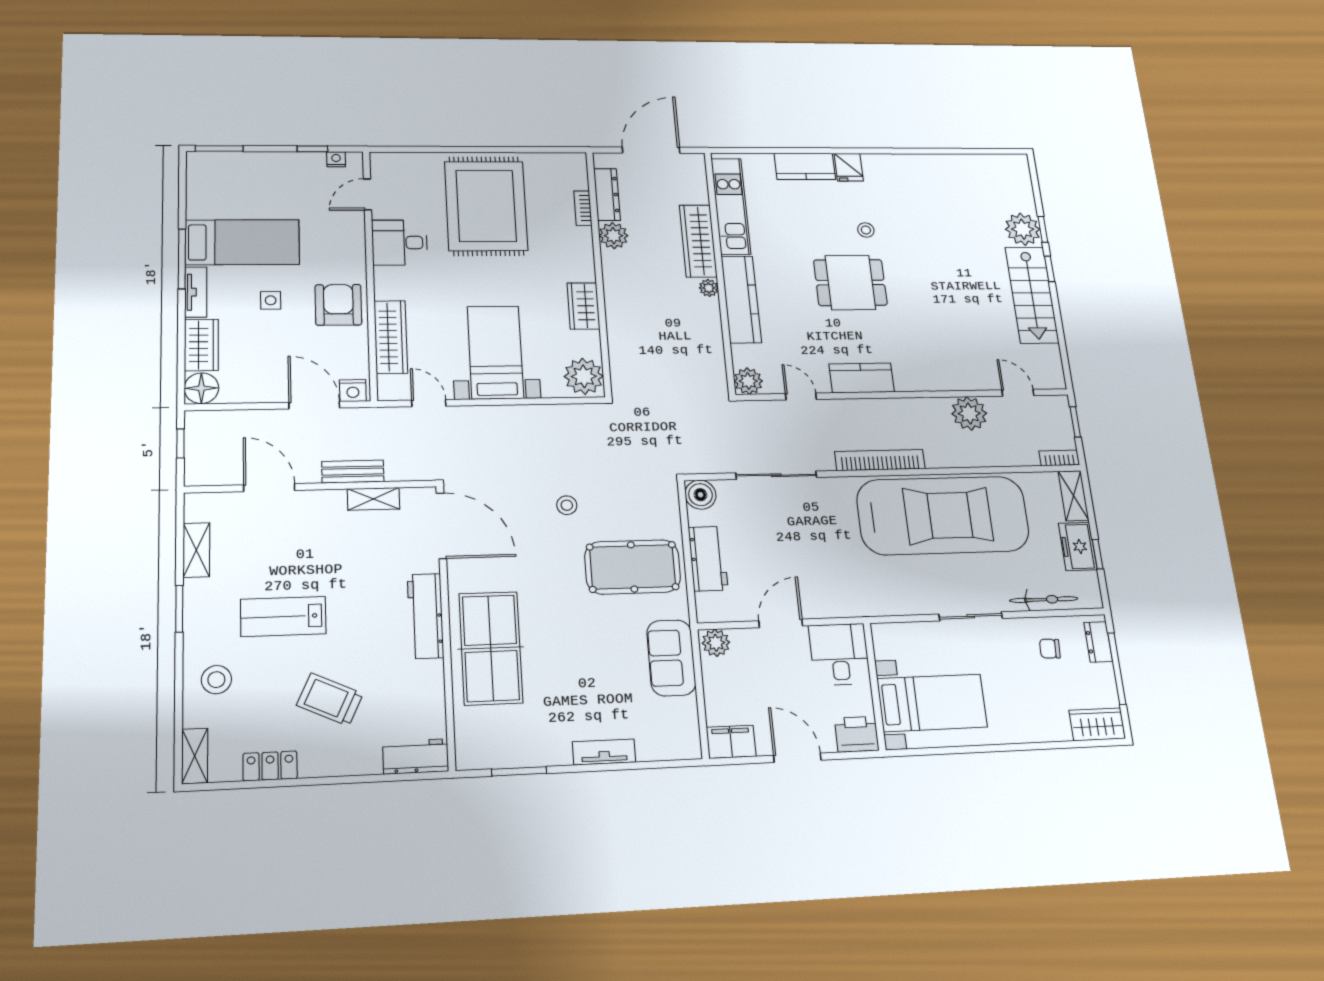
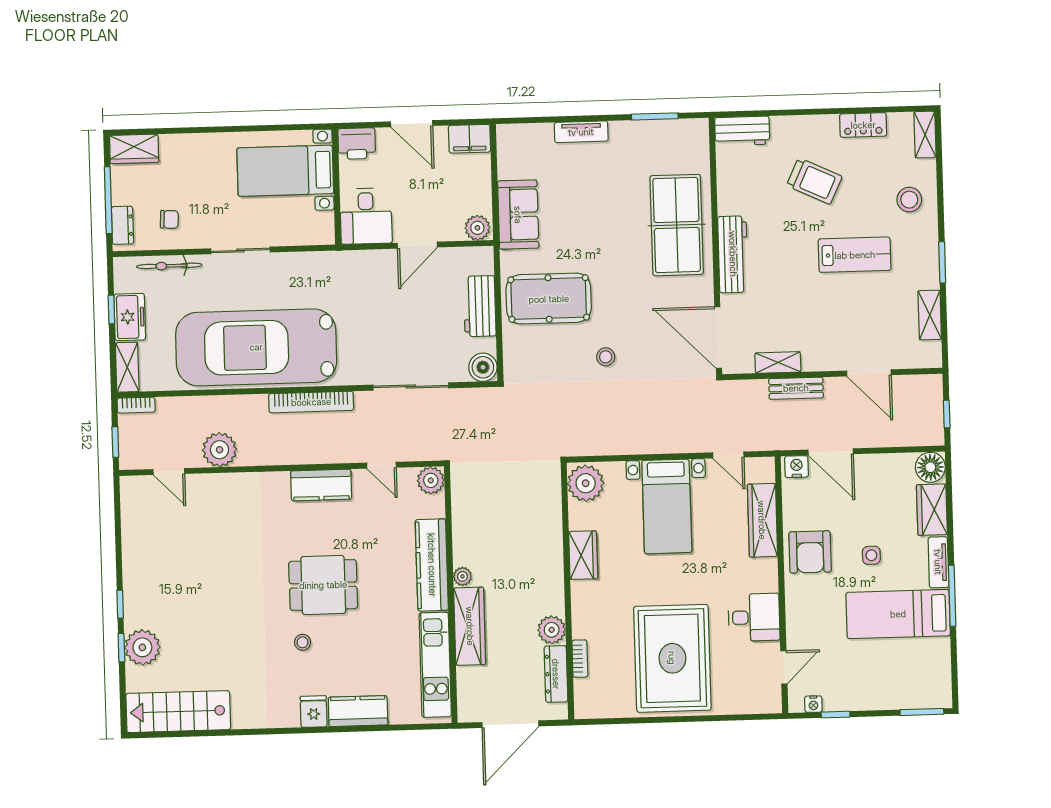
stairs: (1032, 295) -> (178, 712), moved, turned -90

